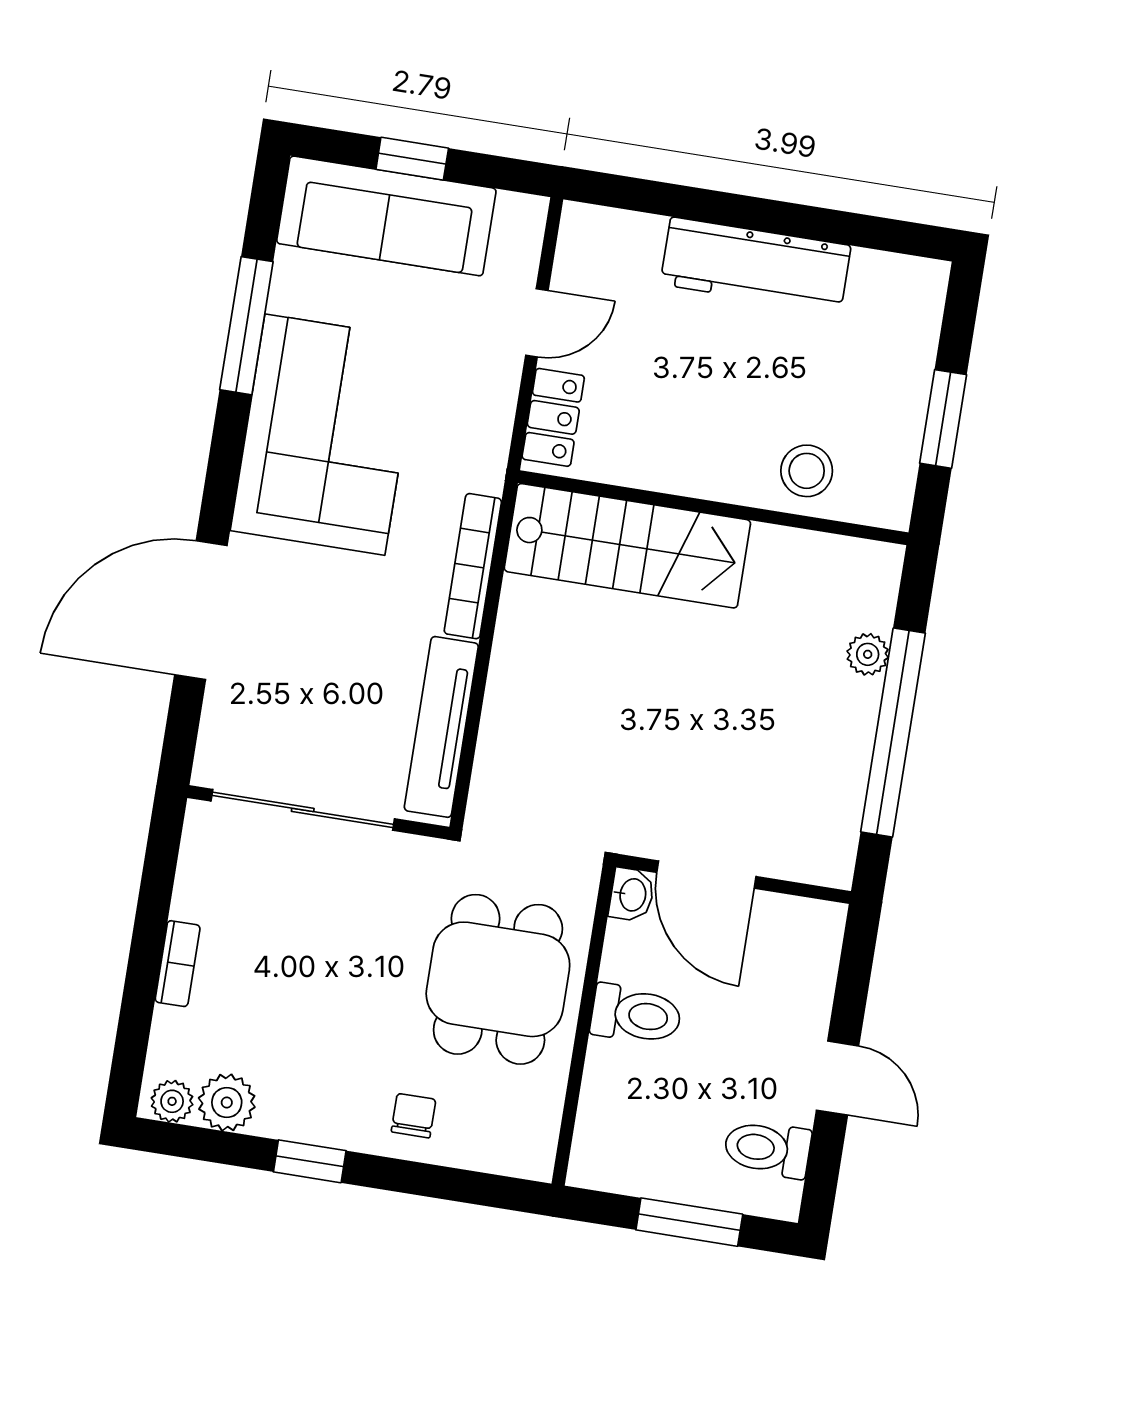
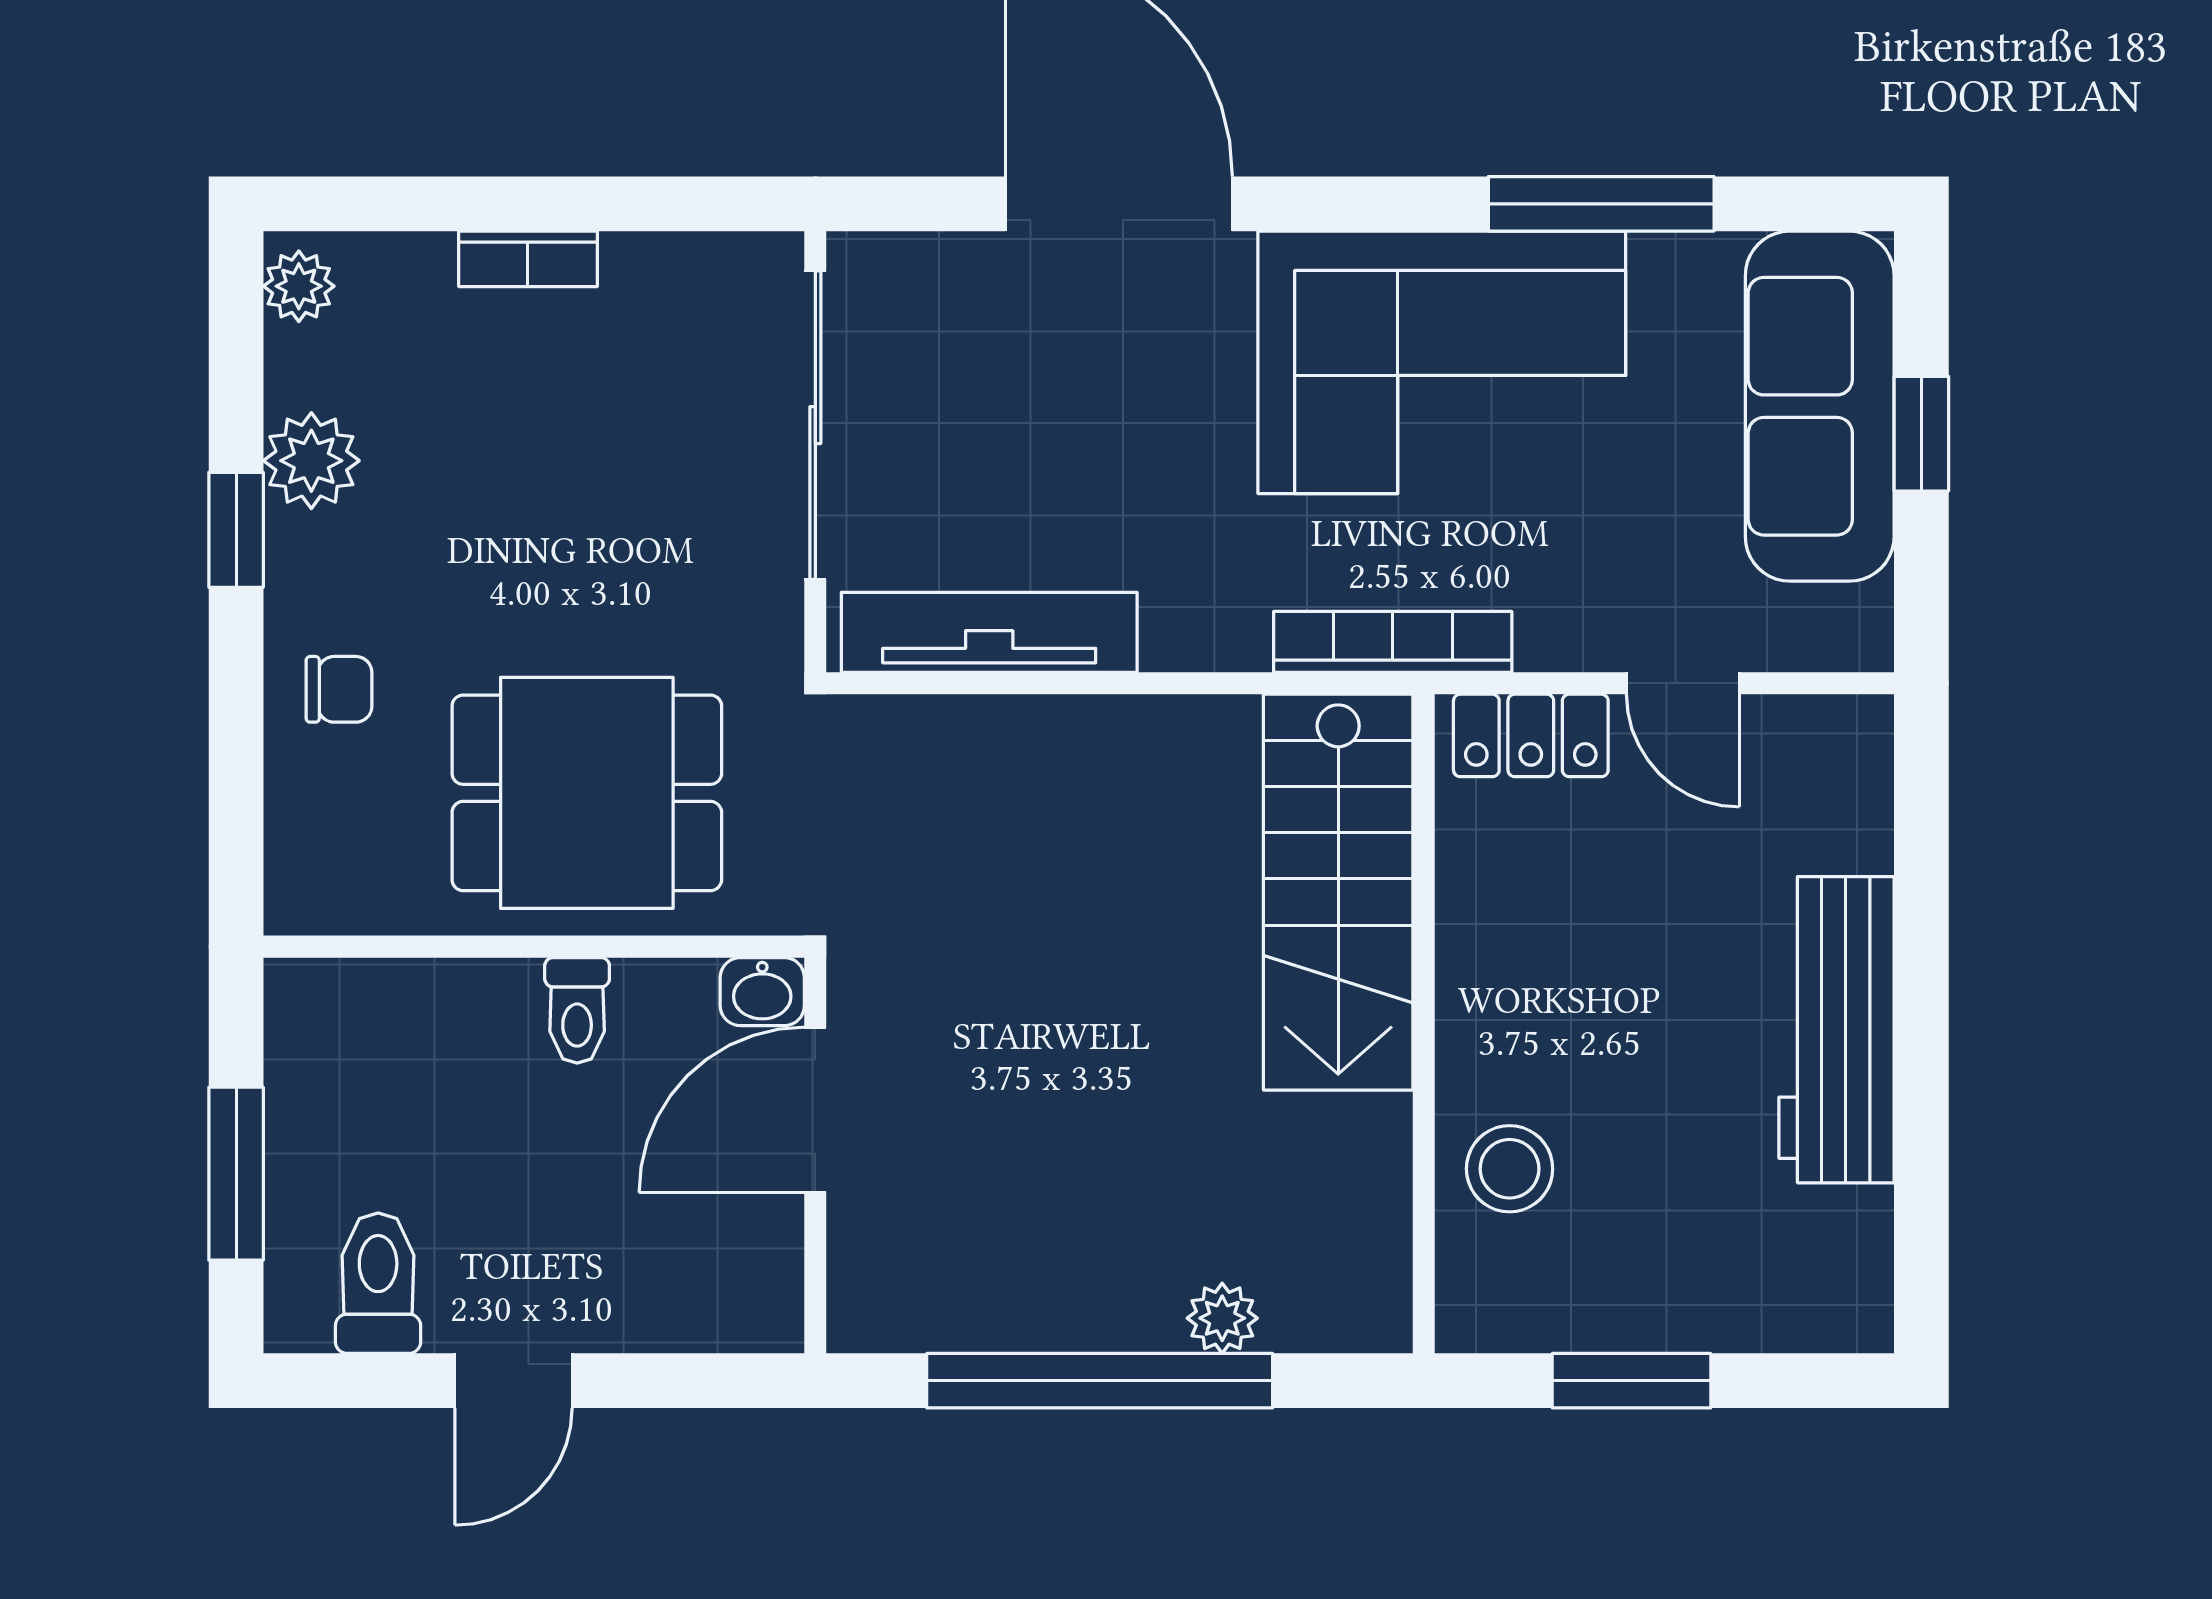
bookcase: (473, 566) -> (1393, 642), moved
toilet: (636, 1015) -> (577, 1010), width x0.73, depth x0.72
plant: (227, 1102) -> (311, 461), moved

